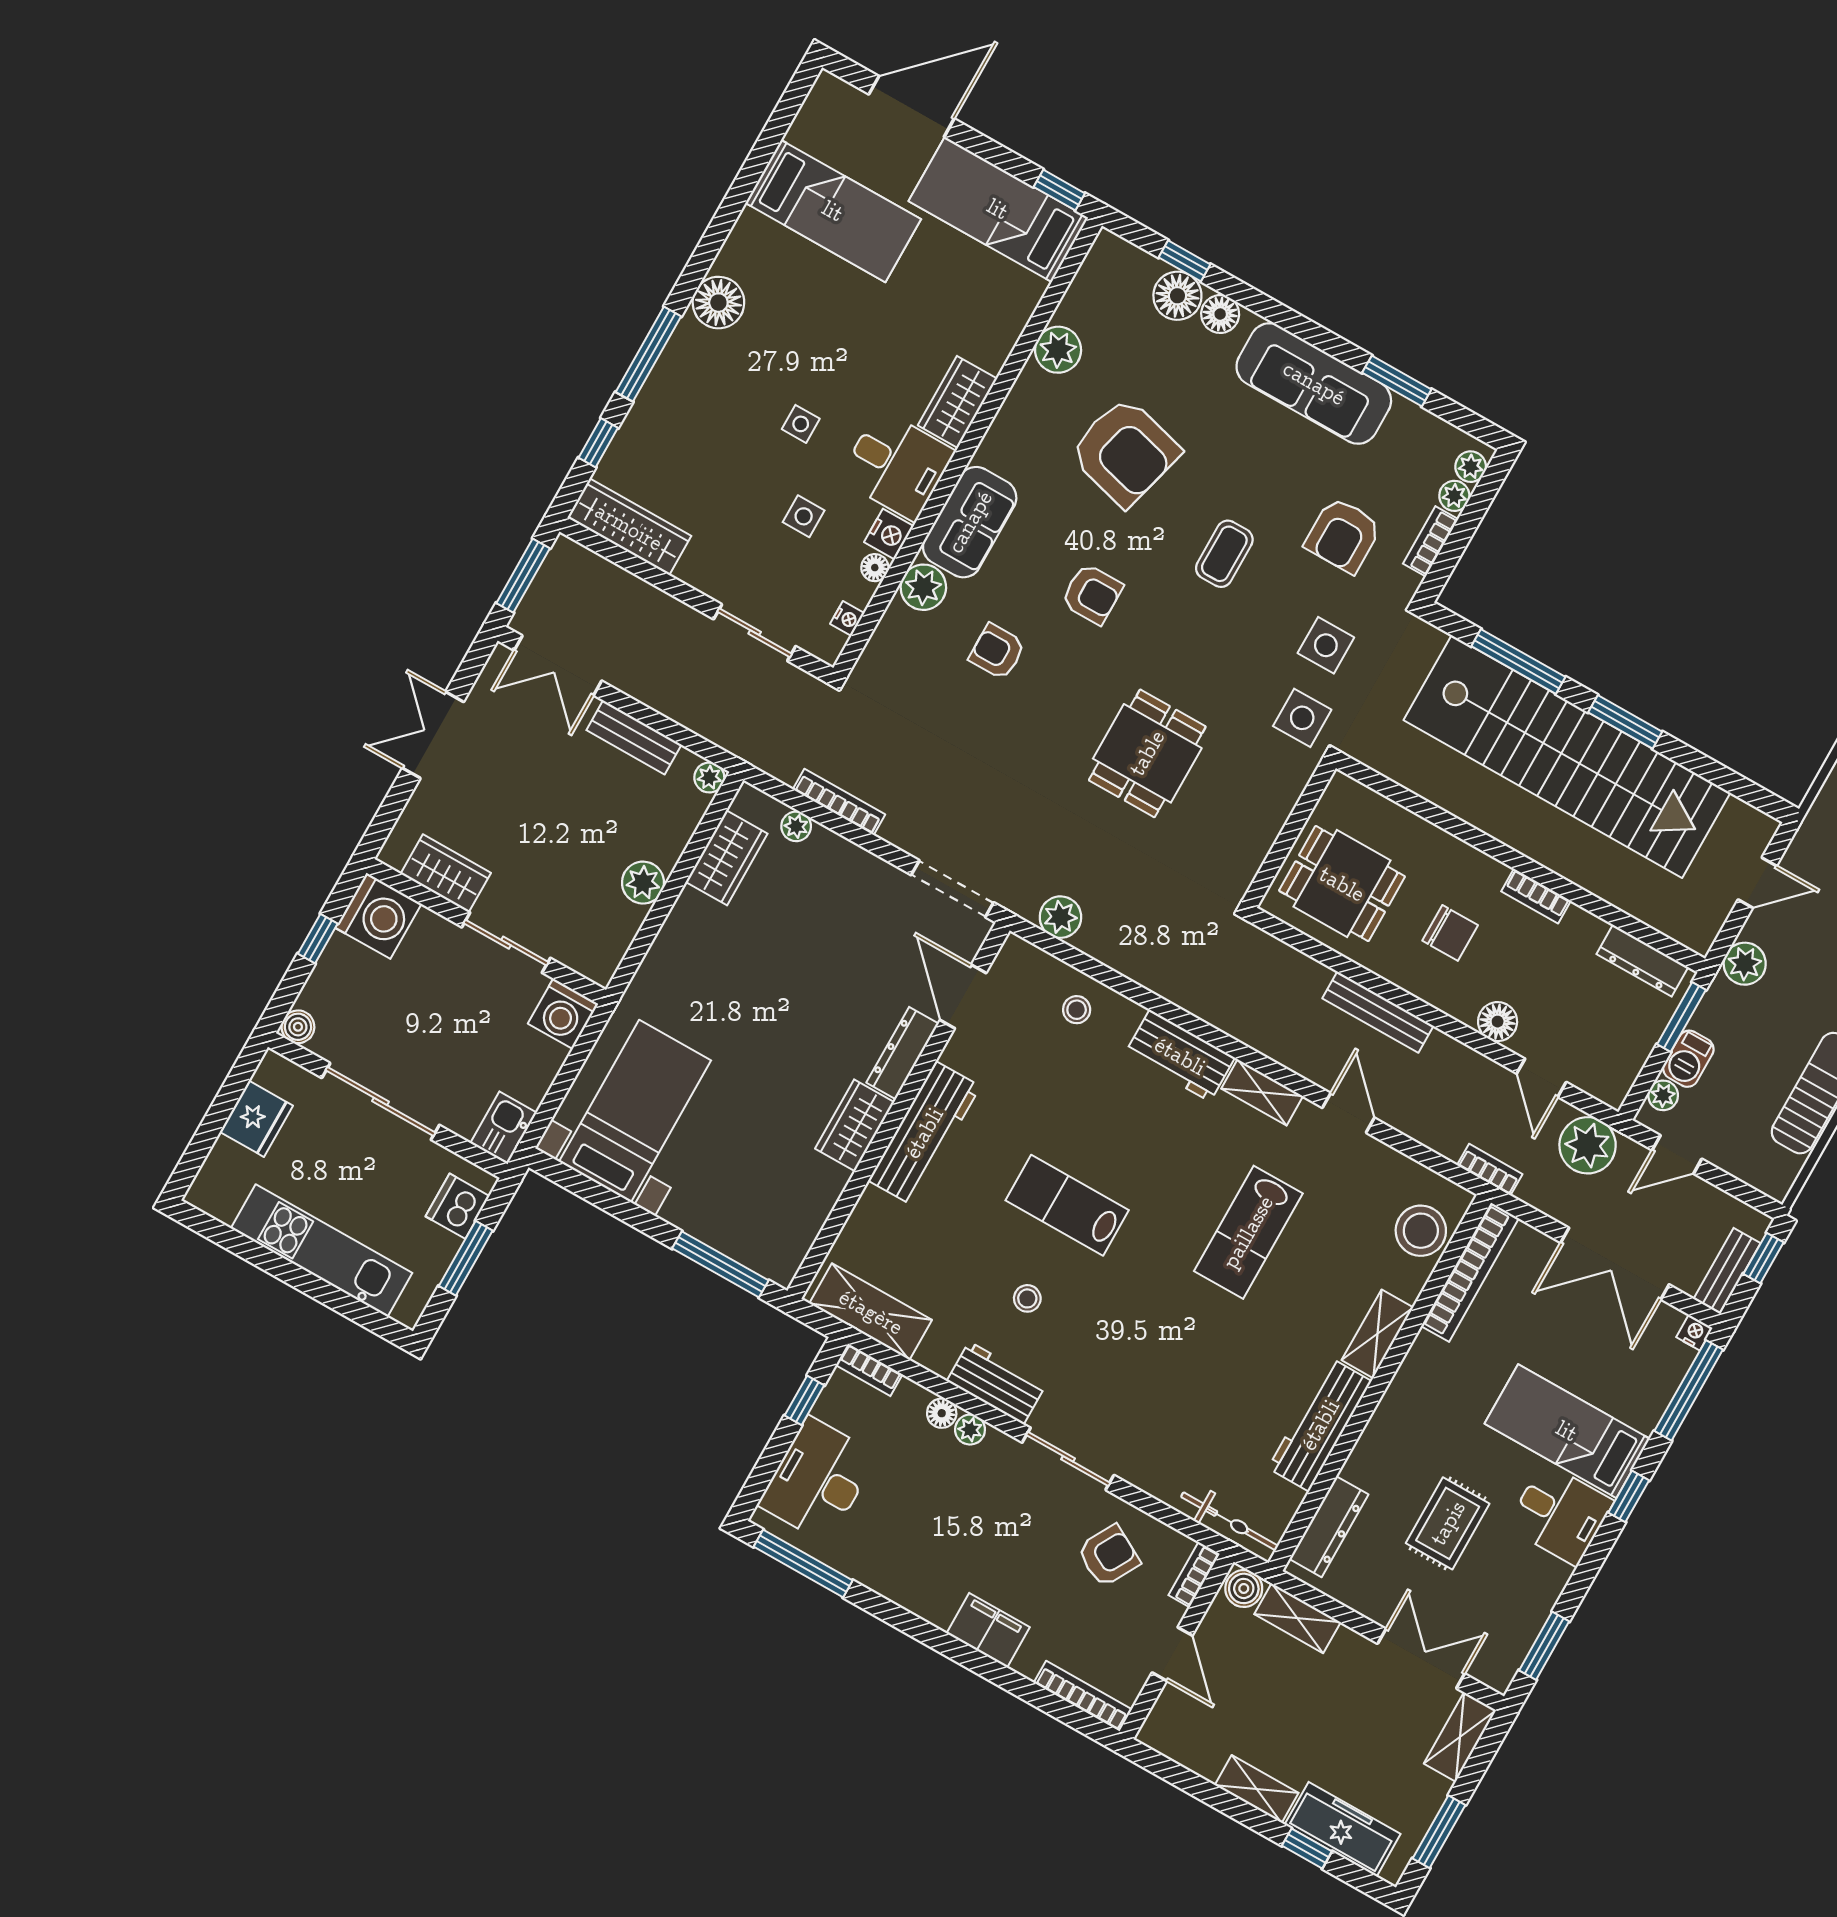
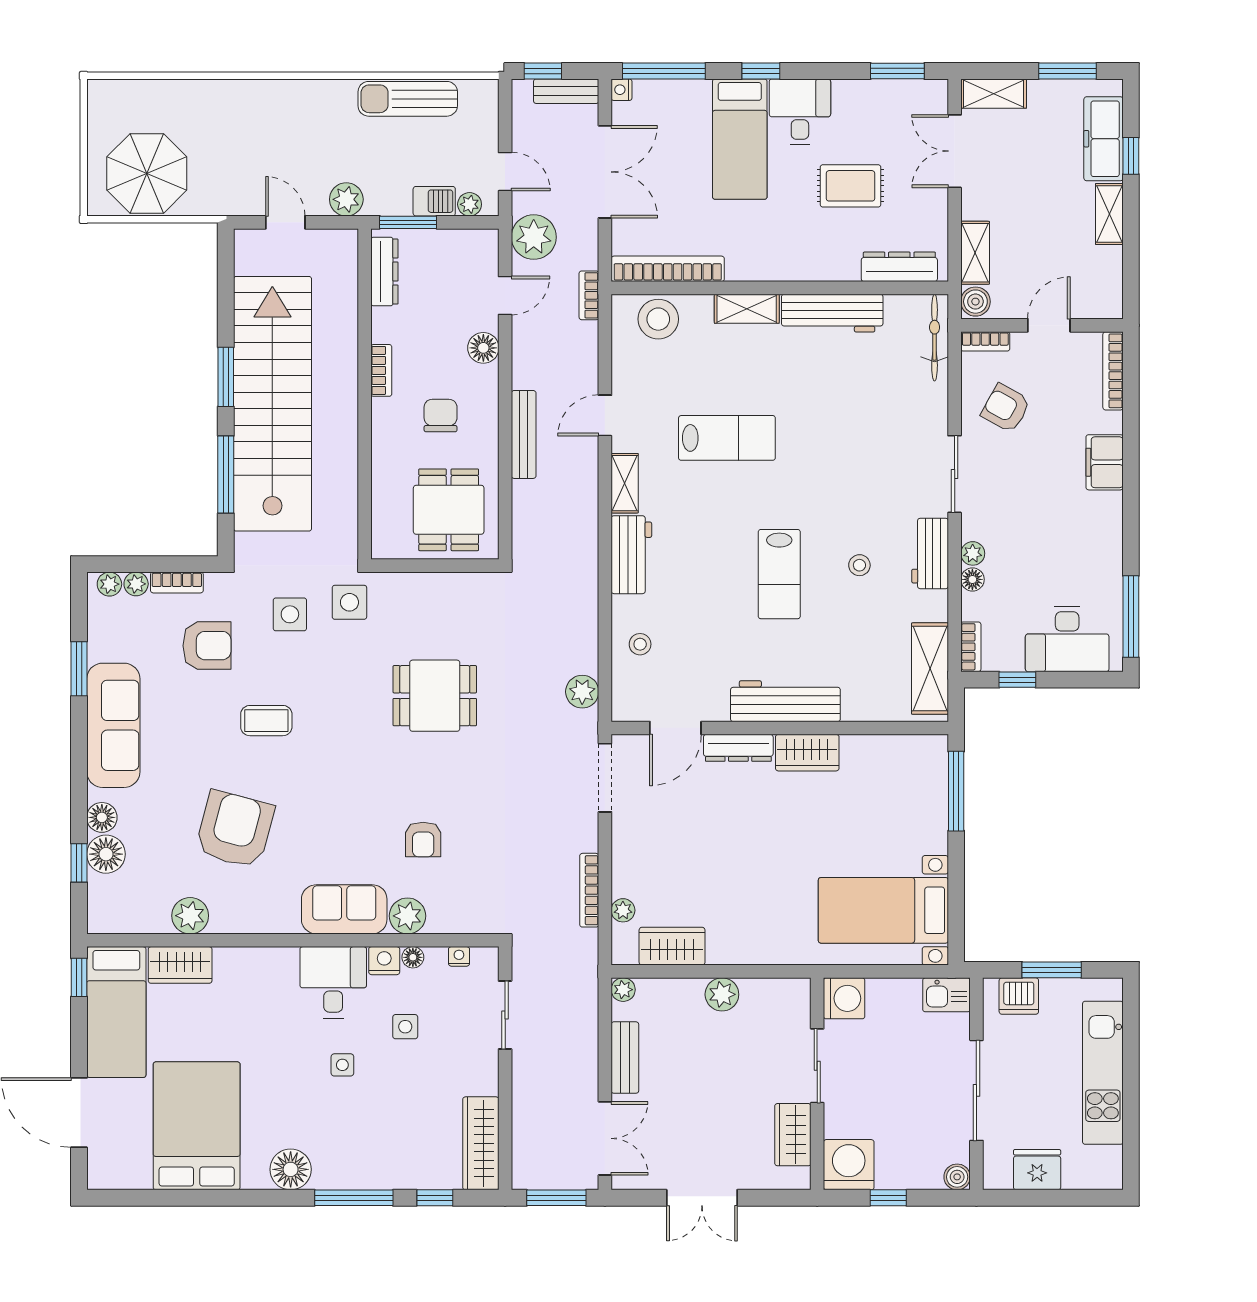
bed: (833, 211) -> (197, 1126), width x1.50
wardrobe: (957, 402) -> (180, 965), moved
armchair: (1092, 594) -> (346, 796), removed

